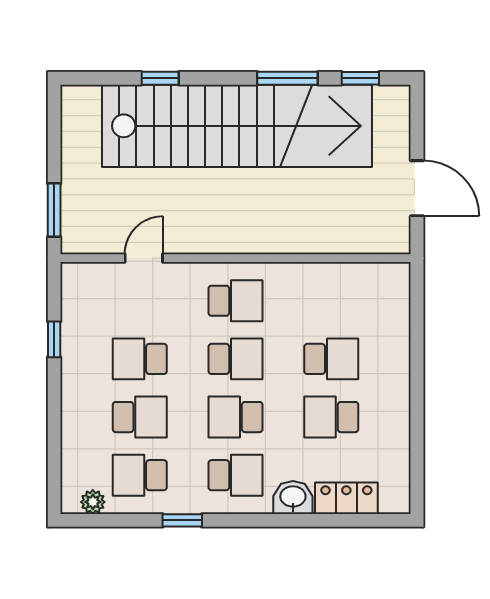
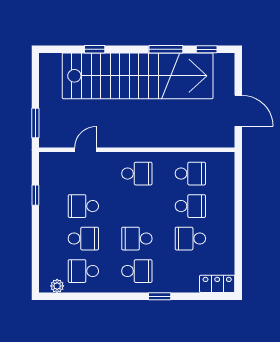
school desk: (236, 359) -> (190, 174), moved
washbasin: (293, 497) -> (169, 283), removed
locker: (346, 498) -> (217, 284), moved
window: (182, 520) -> (160, 296), moved

